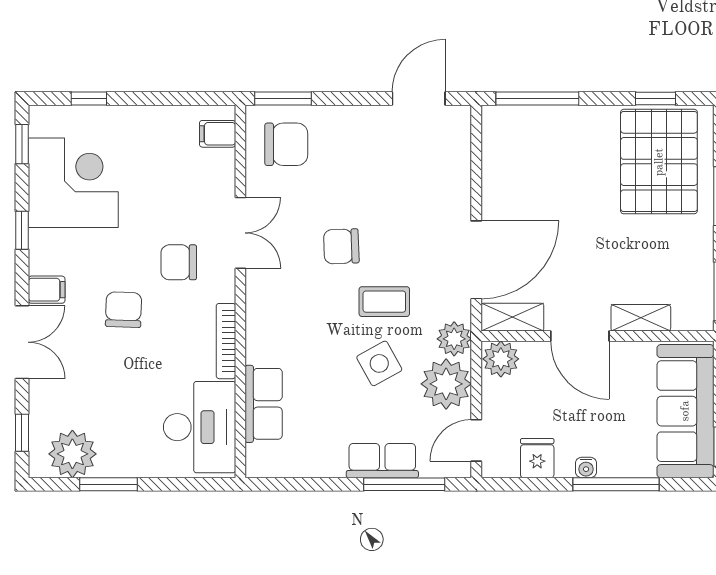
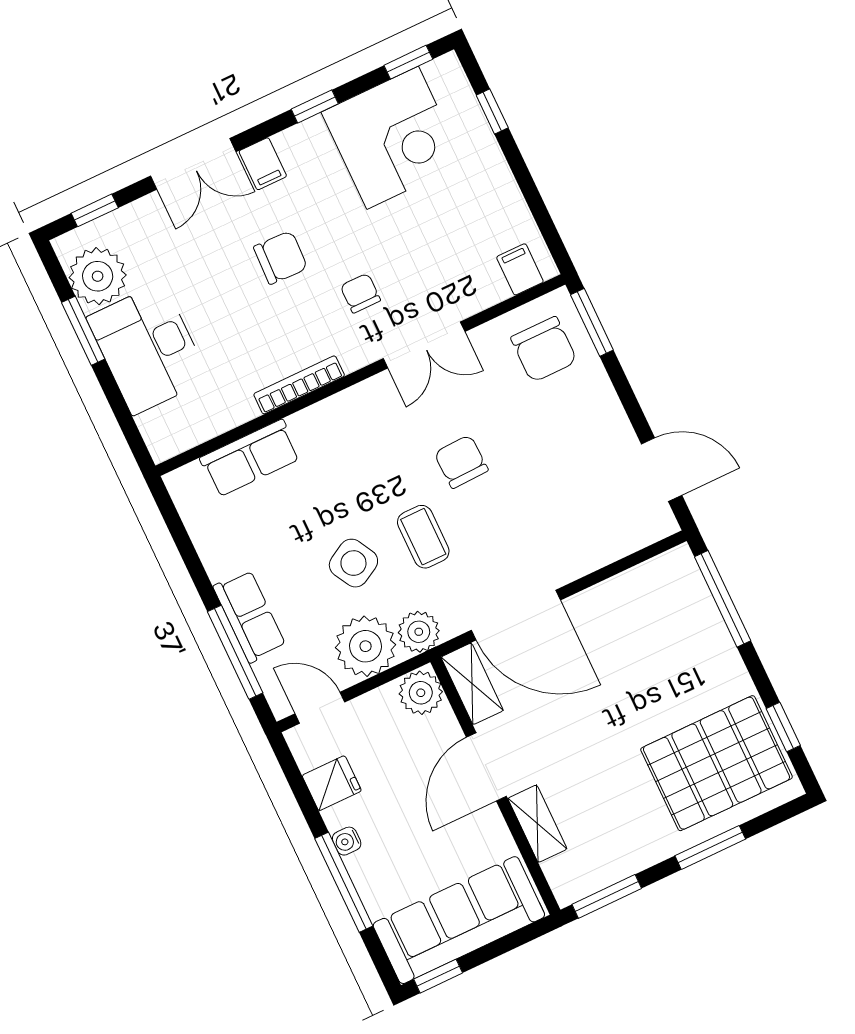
chair: (179, 262) -> (360, 293), width x0.73, depth x0.73
desk: (200, 427) -> (148, 348), moved, turned 90

